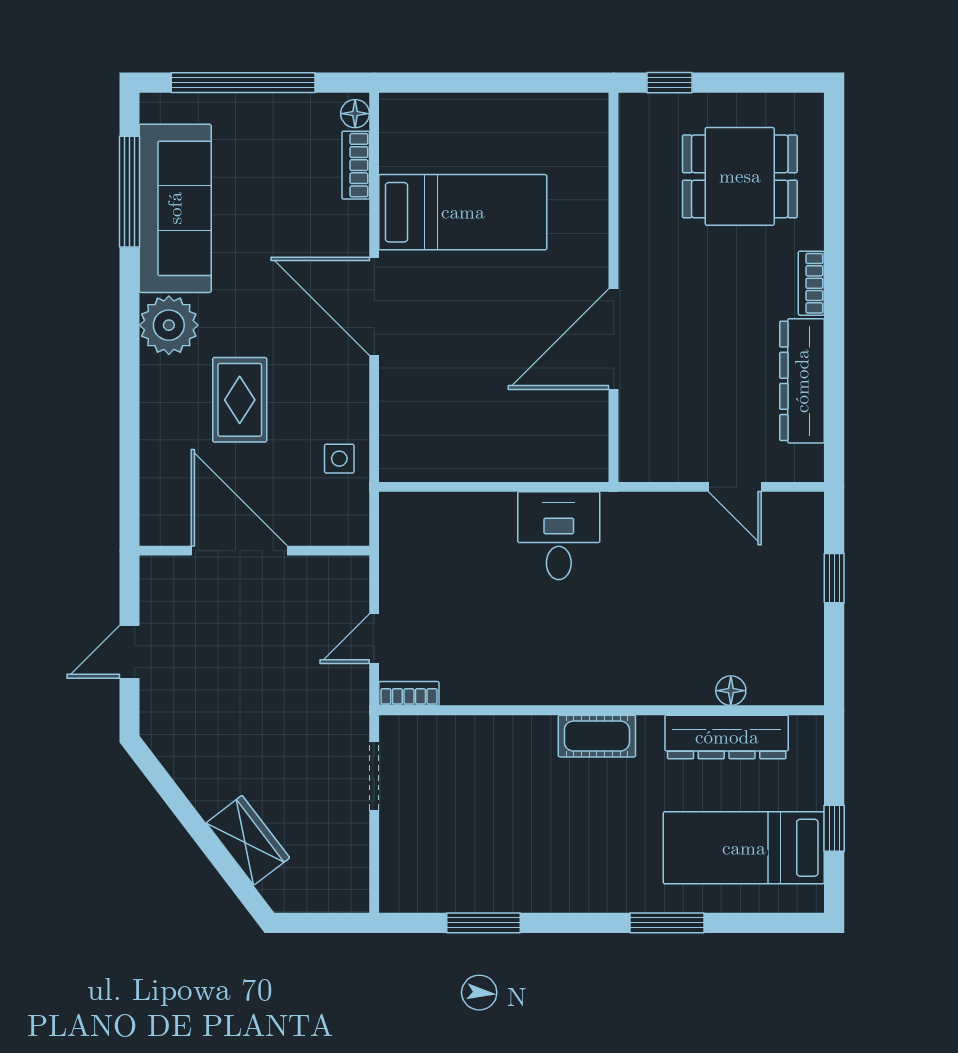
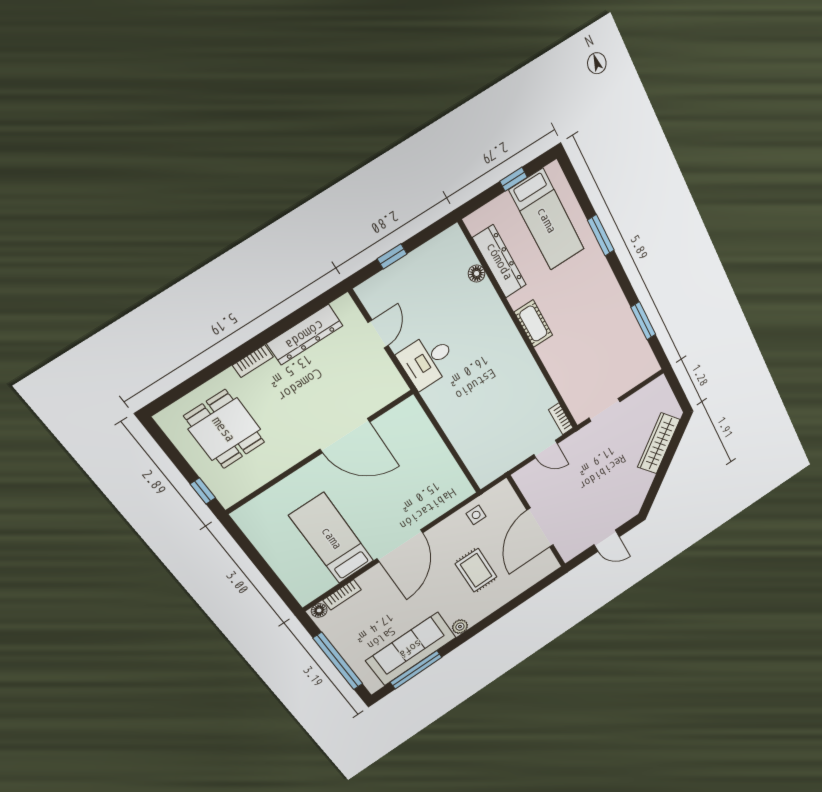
plant: (169, 325) -> (460, 627), width x0.53, depth x0.53
rug: (240, 400) -> (476, 570), turned 90
desk: (559, 536) -> (427, 360), moved
wardrobe: (248, 840) -> (659, 443), width x1.50

